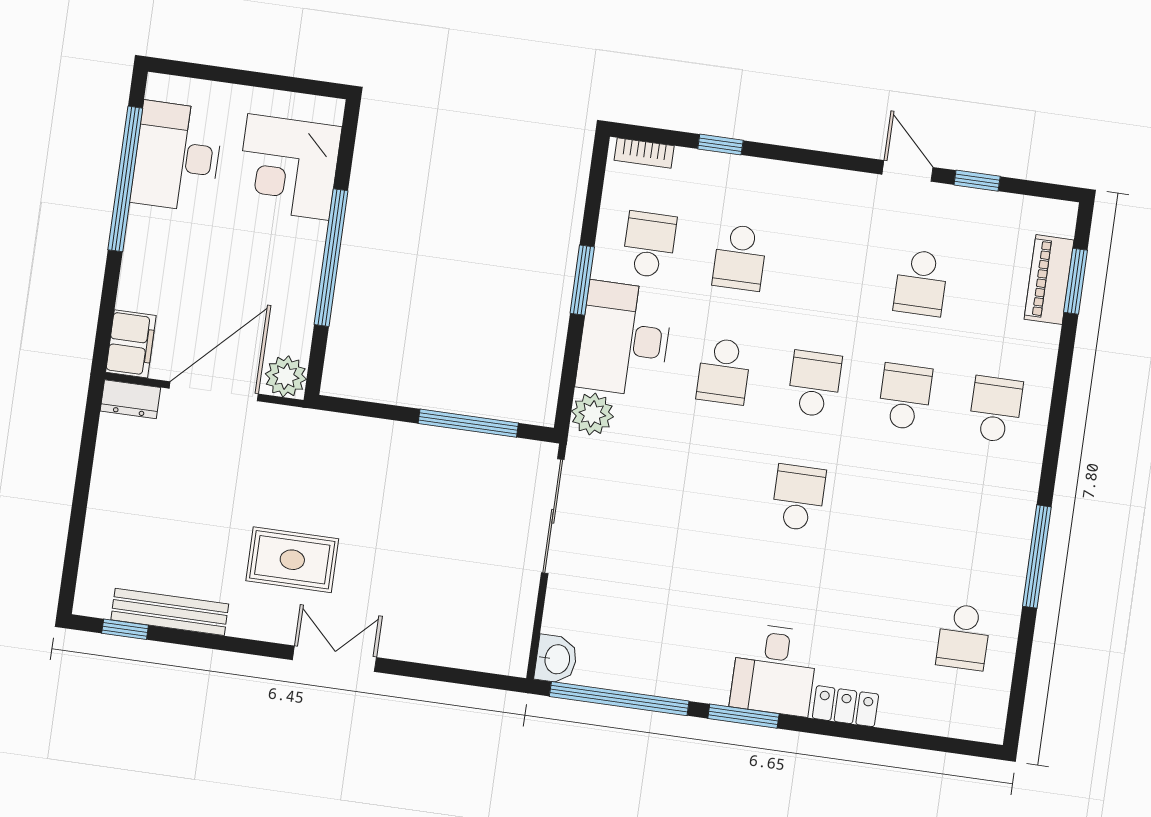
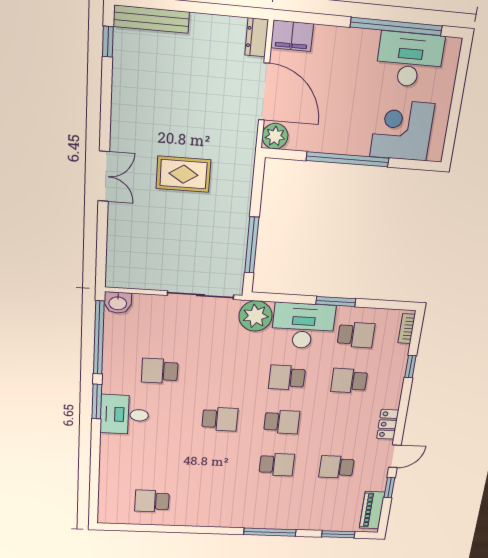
piano: (1049, 280) -> (372, 510), moved, turned -90
school desk: (995, 409) -> (160, 371), moved, turned 180
plant: (592, 414) -> (256, 316), width x1.36, depth x1.36
window: (1037, 557) -> (270, 532), moved
rug: (292, 560) -> (183, 174), moved, turned 90
bench: (170, 612) -> (151, 19), moved, turned 90
locker: (845, 706) -> (388, 424), moved, turned 180

